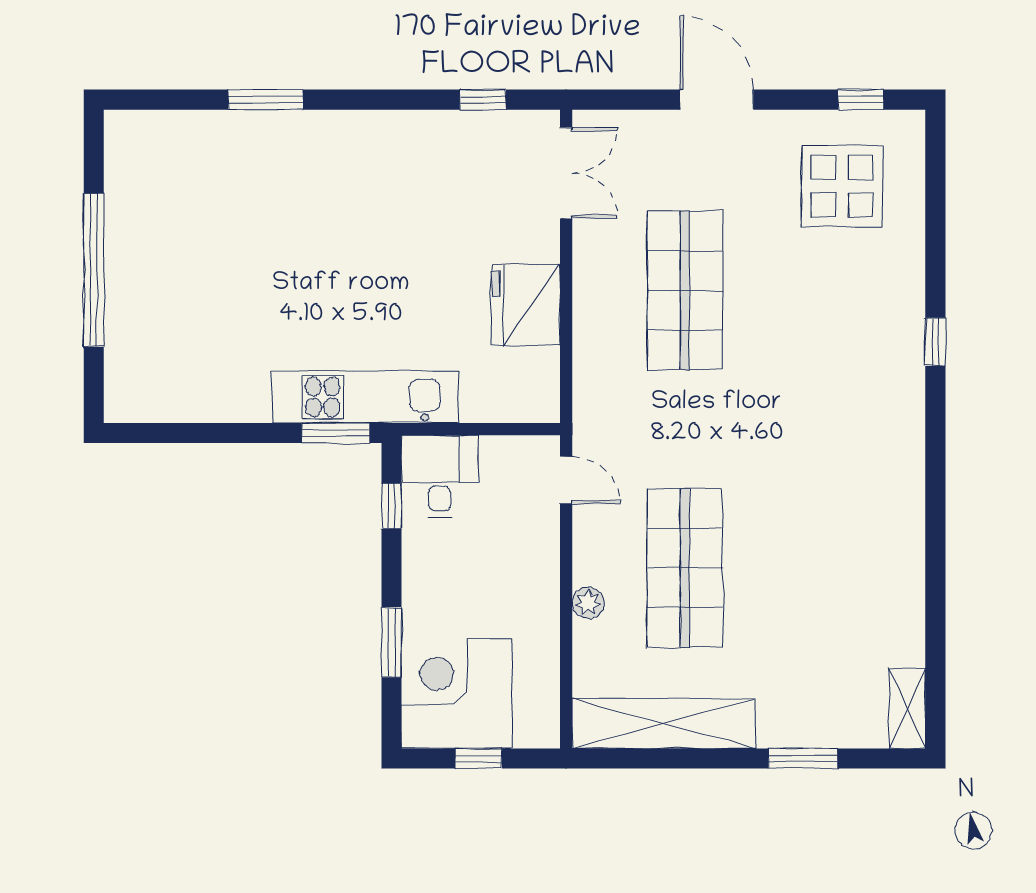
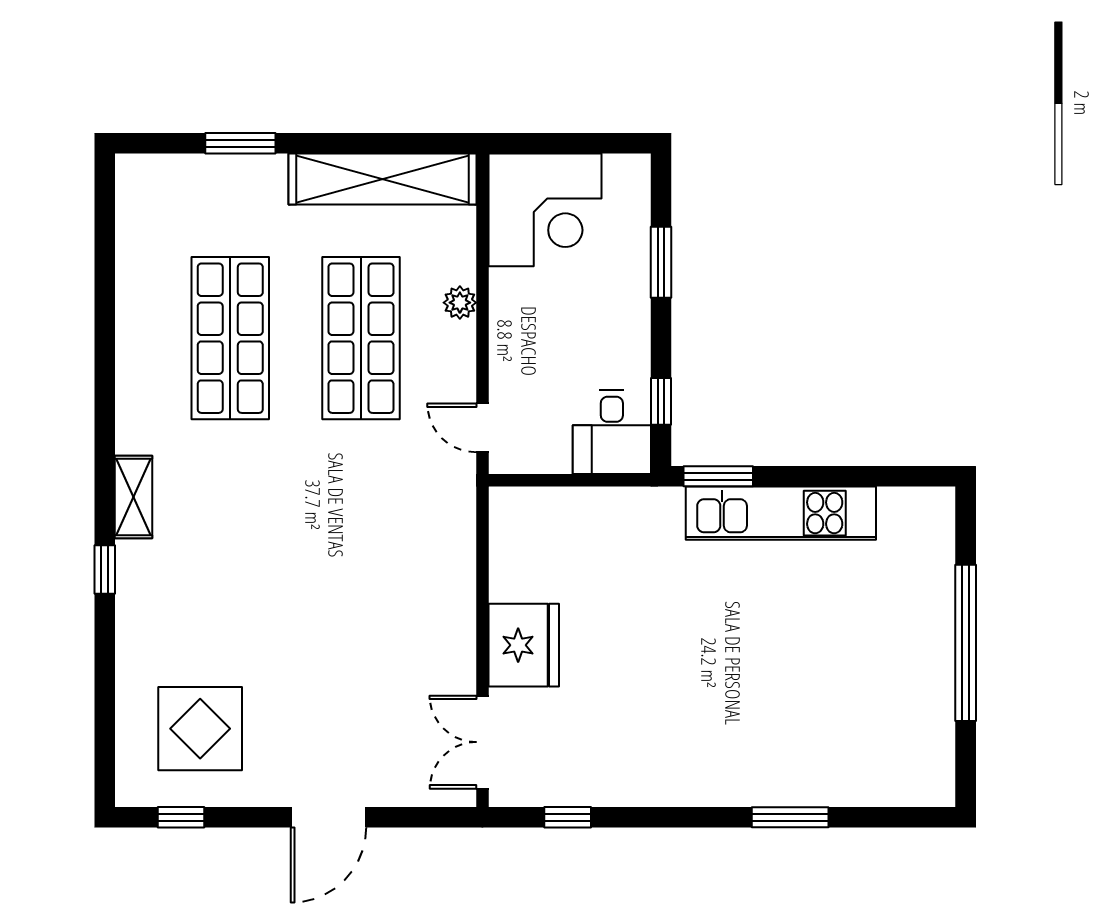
door: (717, 100) -> (328, 817), hinge flipped
shop shelf: (685, 290) -> (230, 338), moved
fridge: (526, 305) -> (524, 645), moved
kitchen unit: (365, 397) -> (781, 513), moved
corner desk: (457, 693) -> (545, 210), moved
shelving: (907, 708) -> (134, 497), moved
window: (479, 759) -> (572, 143), removed

